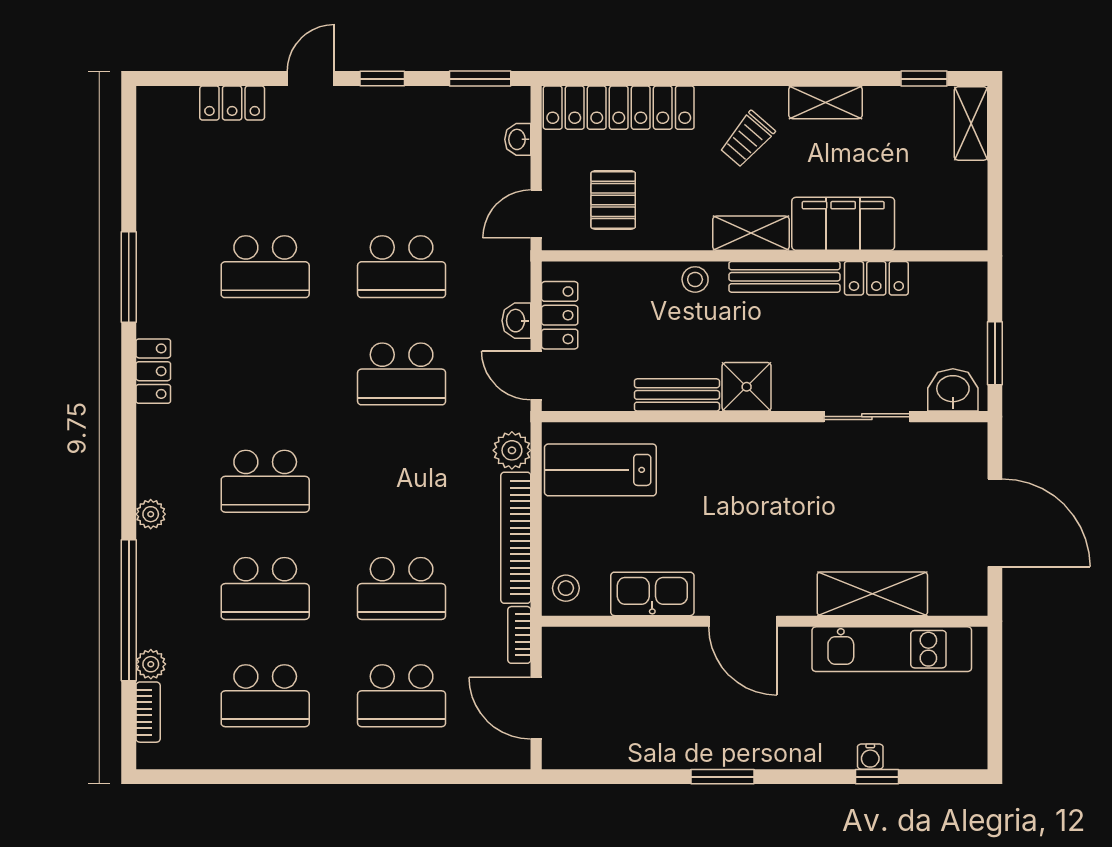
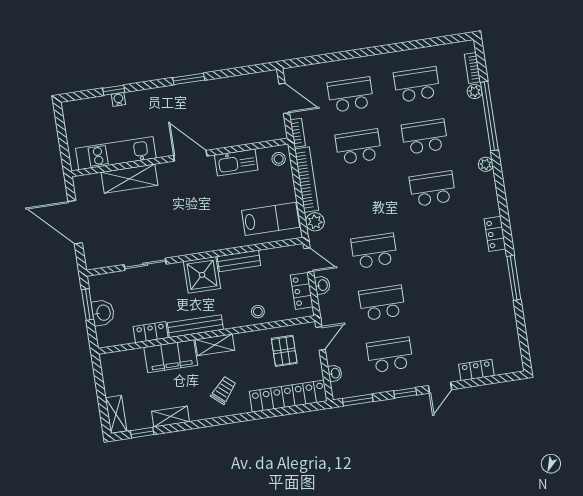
shelving: (825, 102) -> (170, 417), moved
school desk: (265, 267) -> (390, 355), moved
stool: (695, 279) -> (258, 312), moved
shower: (747, 387) -> (202, 275), width x1.36, depth x1.36
washbasin: (953, 390) -> (103, 313), moved, turned -90

